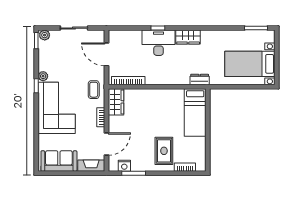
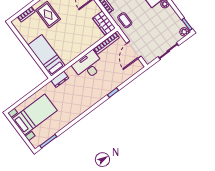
wardrobe: (188, 37) -> (89, 102), removed
desk: (159, 43) -> (88, 66), moved, turned 180
door: (106, 54) -> (134, 50), swing flipped

